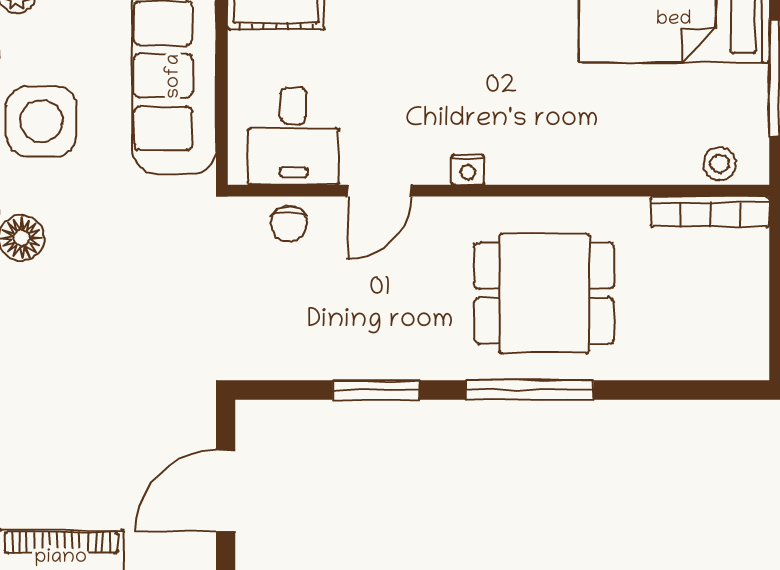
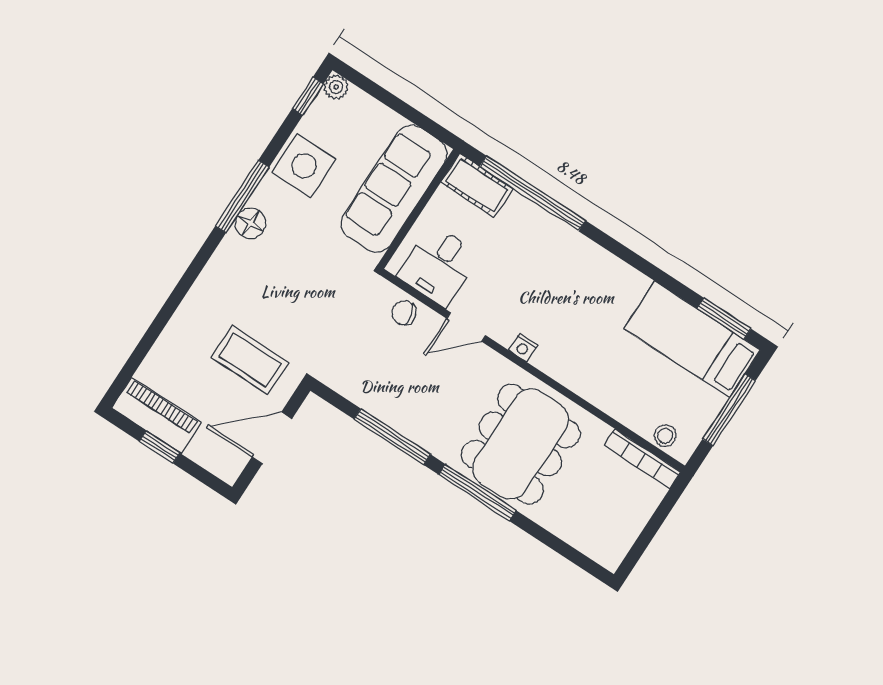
chair: (289, 224) -> (404, 313), turned 77
dining table: (544, 293) -> (521, 444), width x1.38
window: (376, 390) -> (392, 437), width x1.44
coffee table: (134, 411) -> (250, 360), added

